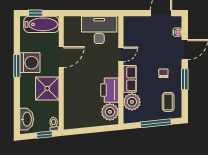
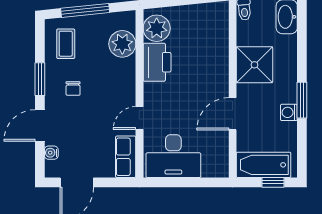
washing machine: (30, 63) -> (289, 112), width x0.53, depth x0.53
row of seats: (130, 79) -> (126, 157), moved

